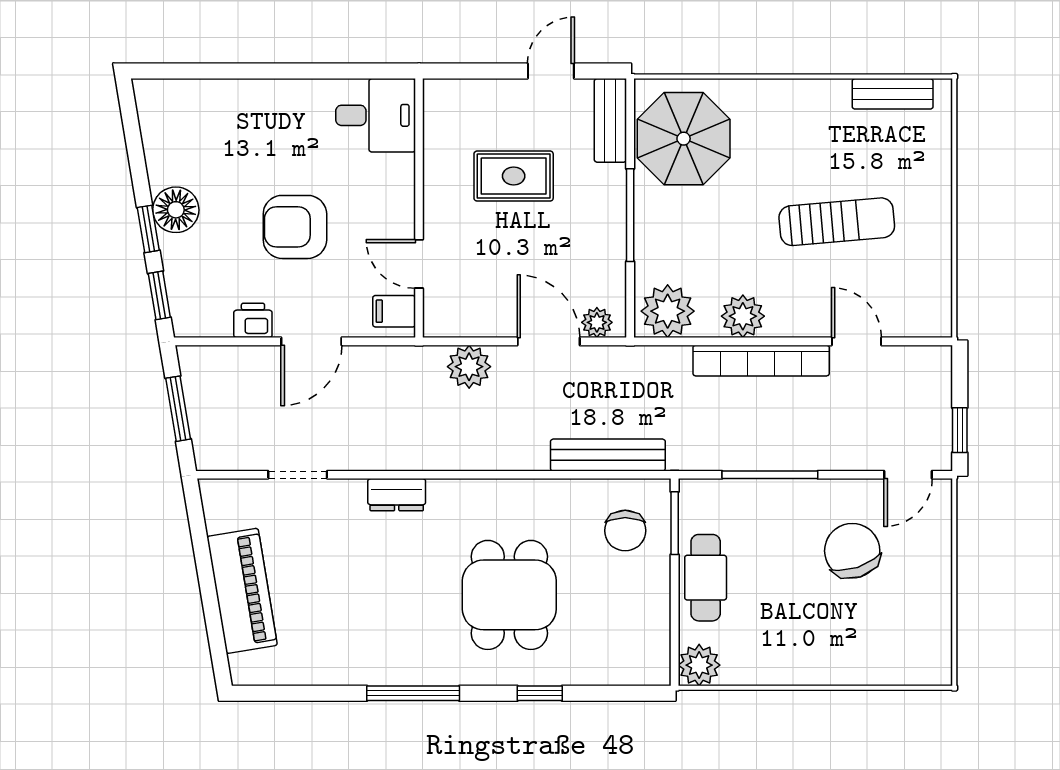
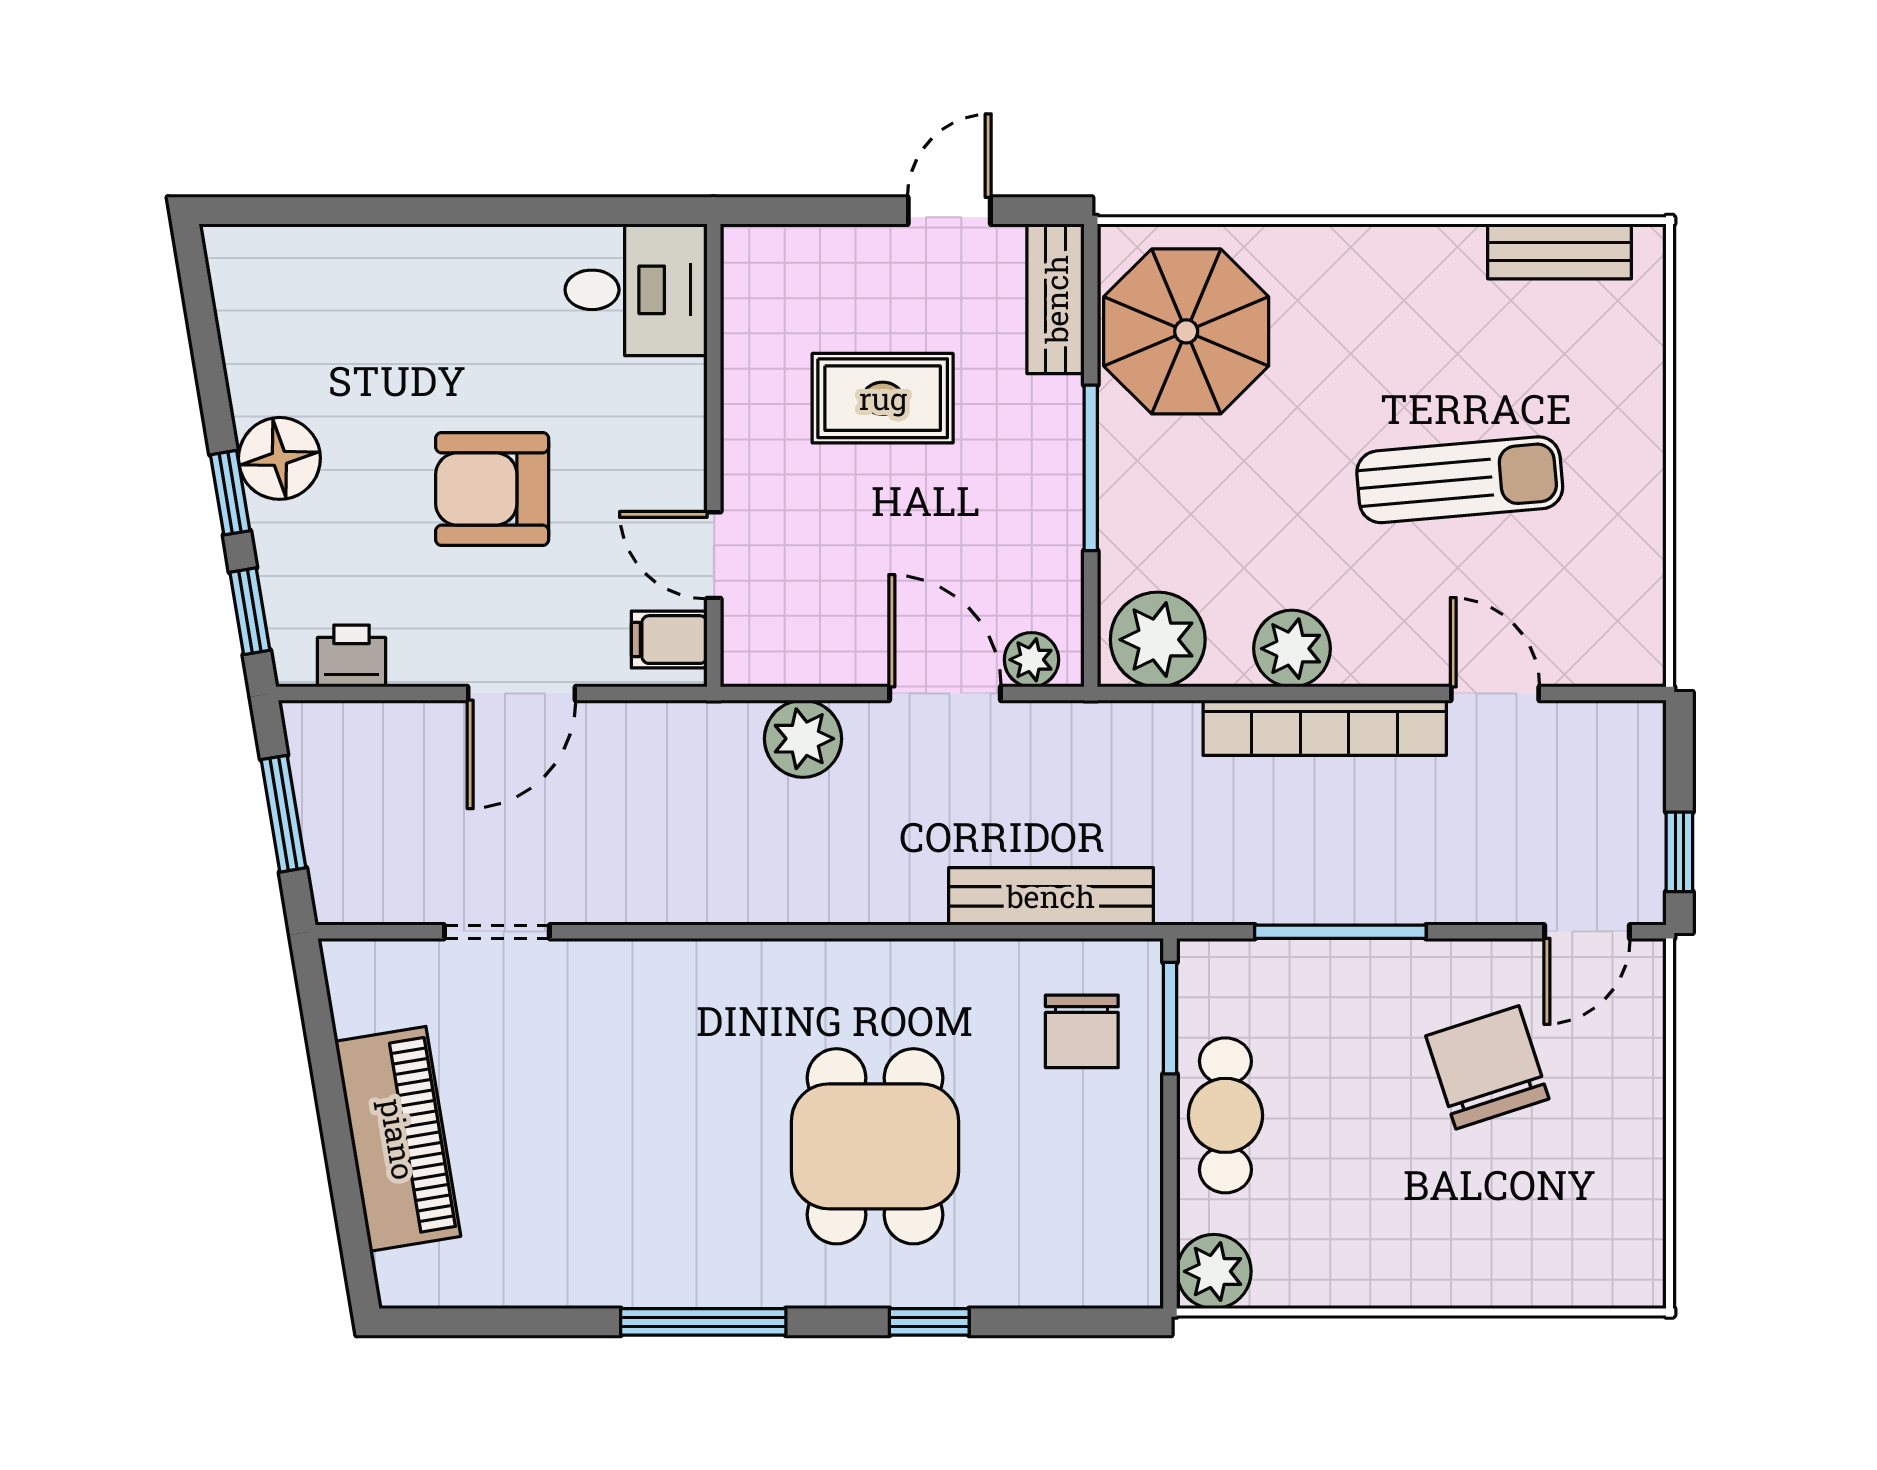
printer: (253, 320) -> (351, 656), moved
dresser: (397, 495) -> (674, 967), removed

